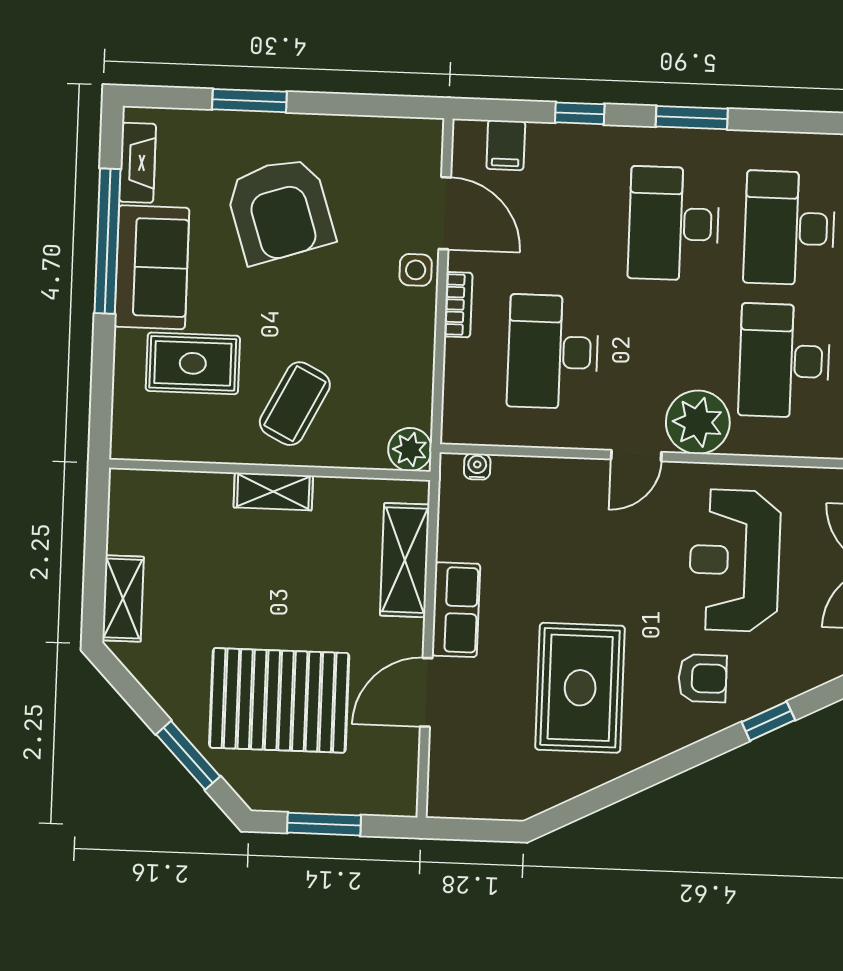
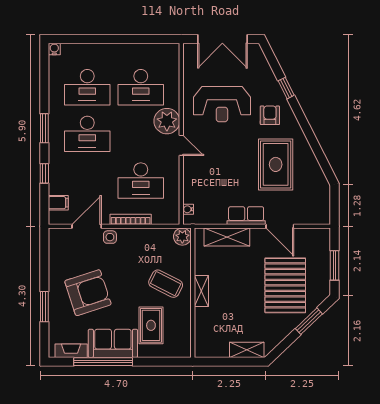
bookcase: (458, 305) -> (131, 219), width x1.56
rug: (580, 688) -> (276, 164), turned 90

